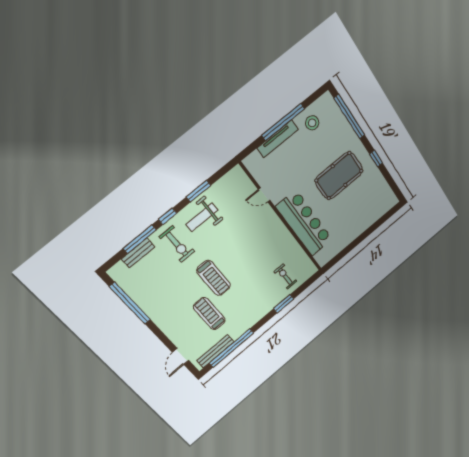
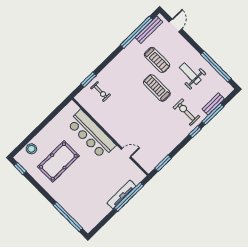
window: (283, 122) -> (129, 197), moved
stool: (312, 123) -> (31, 149), moved
window: (376, 158) -> (20, 168), moved
pool table: (339, 176) -> (58, 161), moved
window: (199, 191) -> (163, 163), moved
weight bench: (202, 217) -> (190, 74), moved, turned -90
window: (284, 304) -> (89, 80), moved

